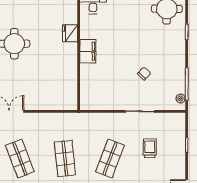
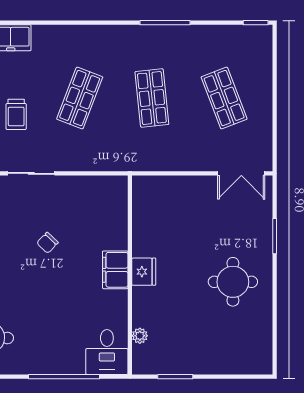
plant: (73, 10) -> (140, 336), added
fridge: (70, 33) -> (144, 272), moved
chair: (144, 74) -> (47, 243), moved

